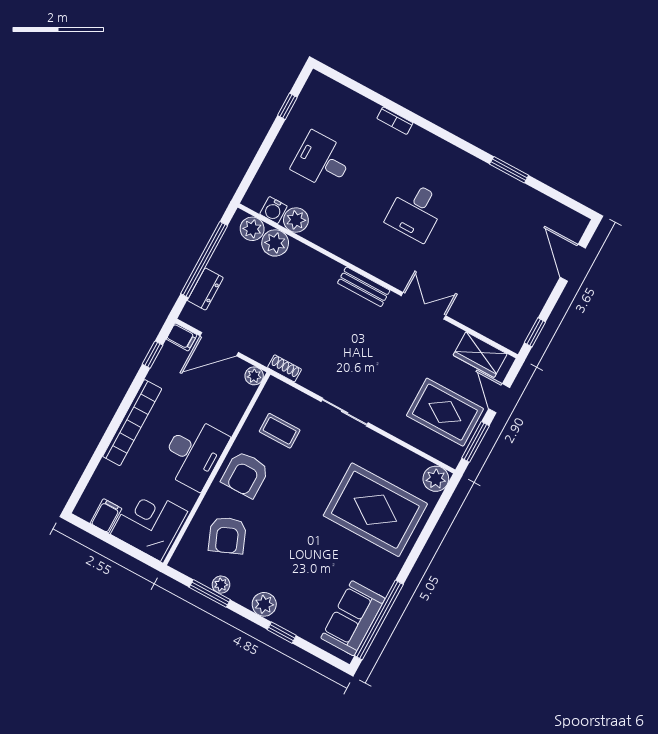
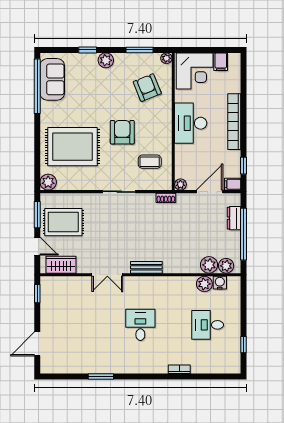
desk: (322, 161) -> (208, 325), turned 180
door: (573, 263) -> (37, 344), swing flipped
armchair: (245, 474) -> (122, 132), moved
plant: (221, 585) -> (166, 58), moved

